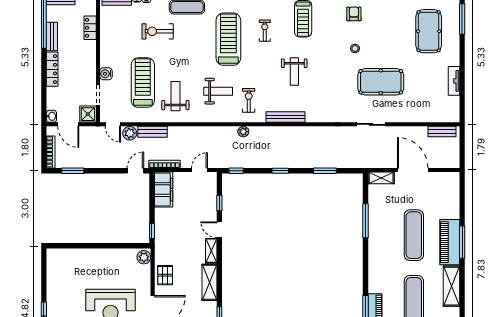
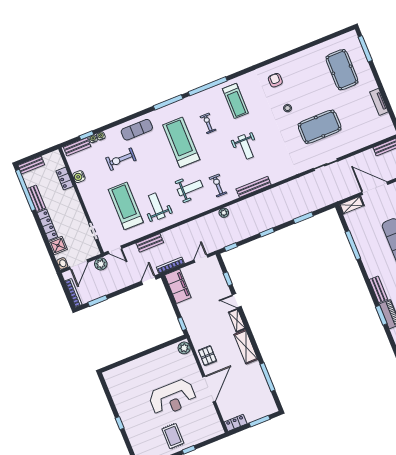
water cooler: (106, 74) -> (79, 177), moved
shower: (88, 114) -> (58, 245), moved
door: (68, 124) -> (79, 264), hinge flipped
plant: (130, 133) -> (101, 264), moved
bench: (374, 278) -> (378, 289), added

